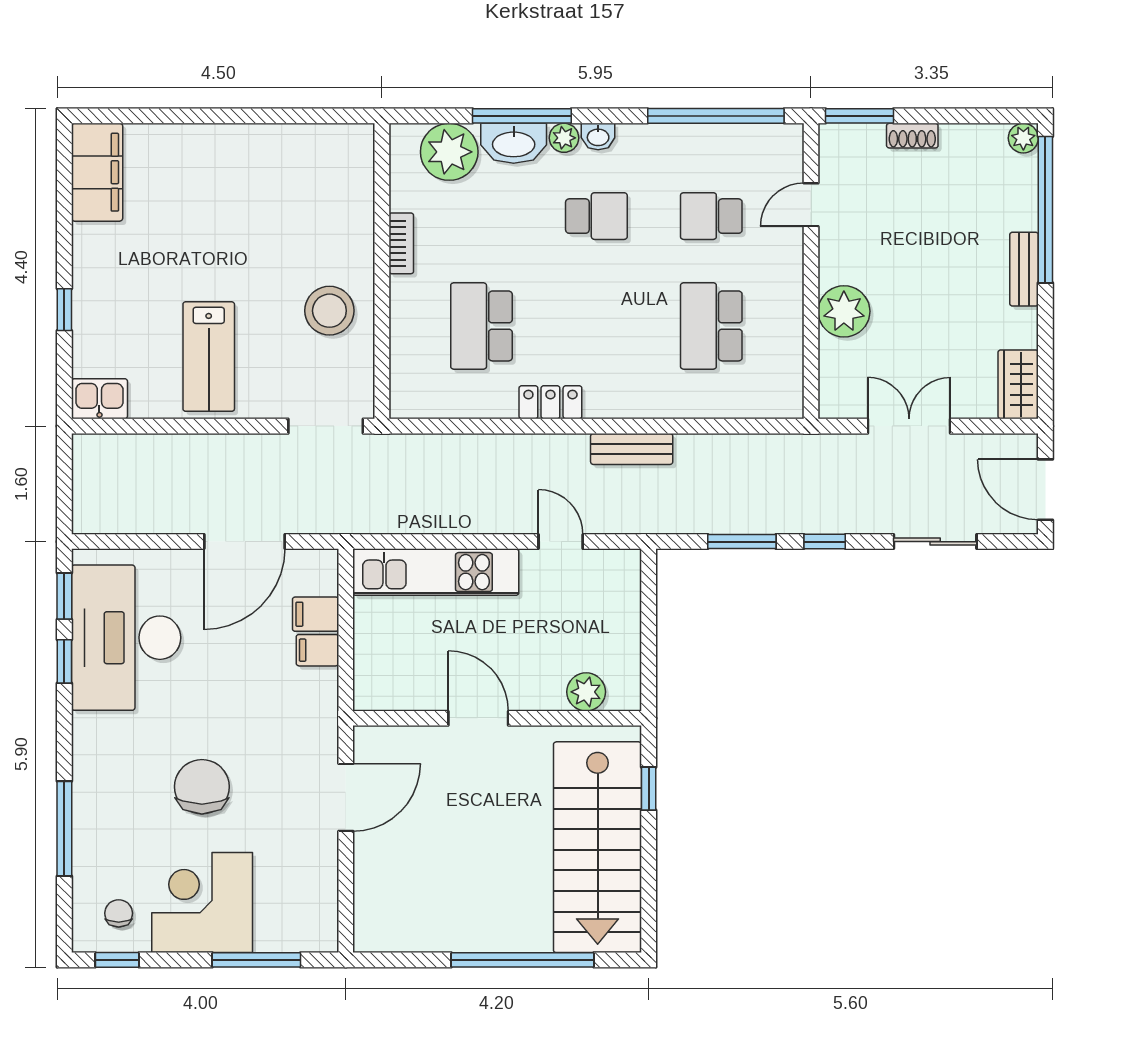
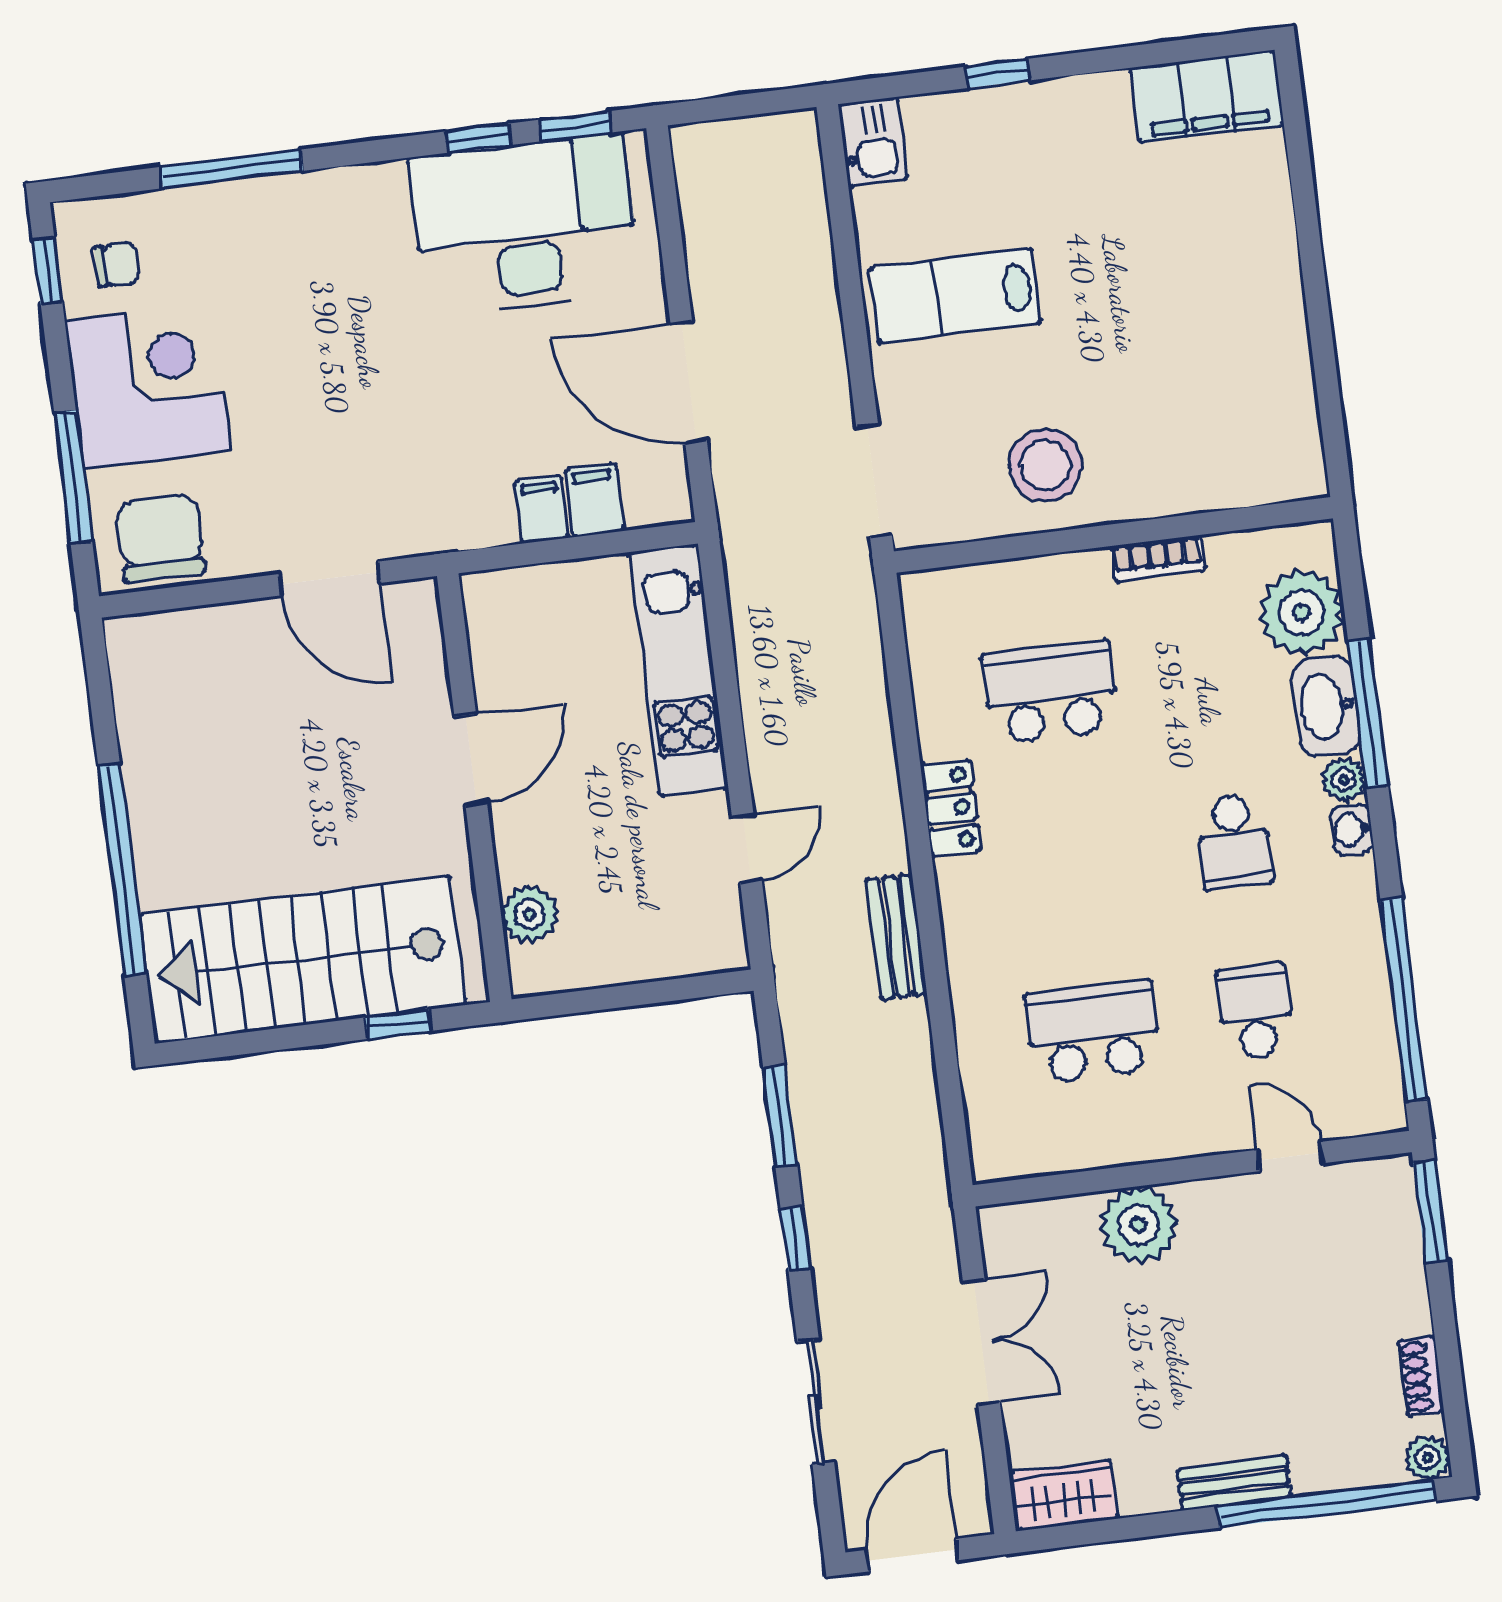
shoe rack: (912, 136) -> (1421, 1376), moved
chair: (202, 787) -> (161, 538), moved, turned -90

